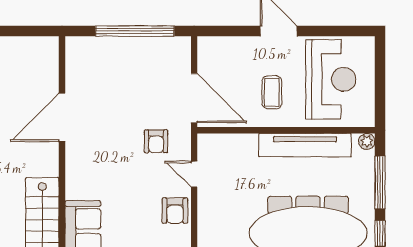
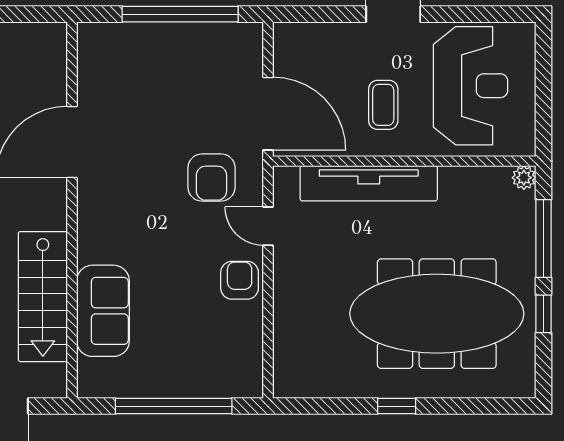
armchair: (156, 141) -> (211, 178), width x1.38, depth x1.38
tv unit: (305, 145) -> (369, 183), moved
armchair: (175, 211) -> (240, 280), turned 180

